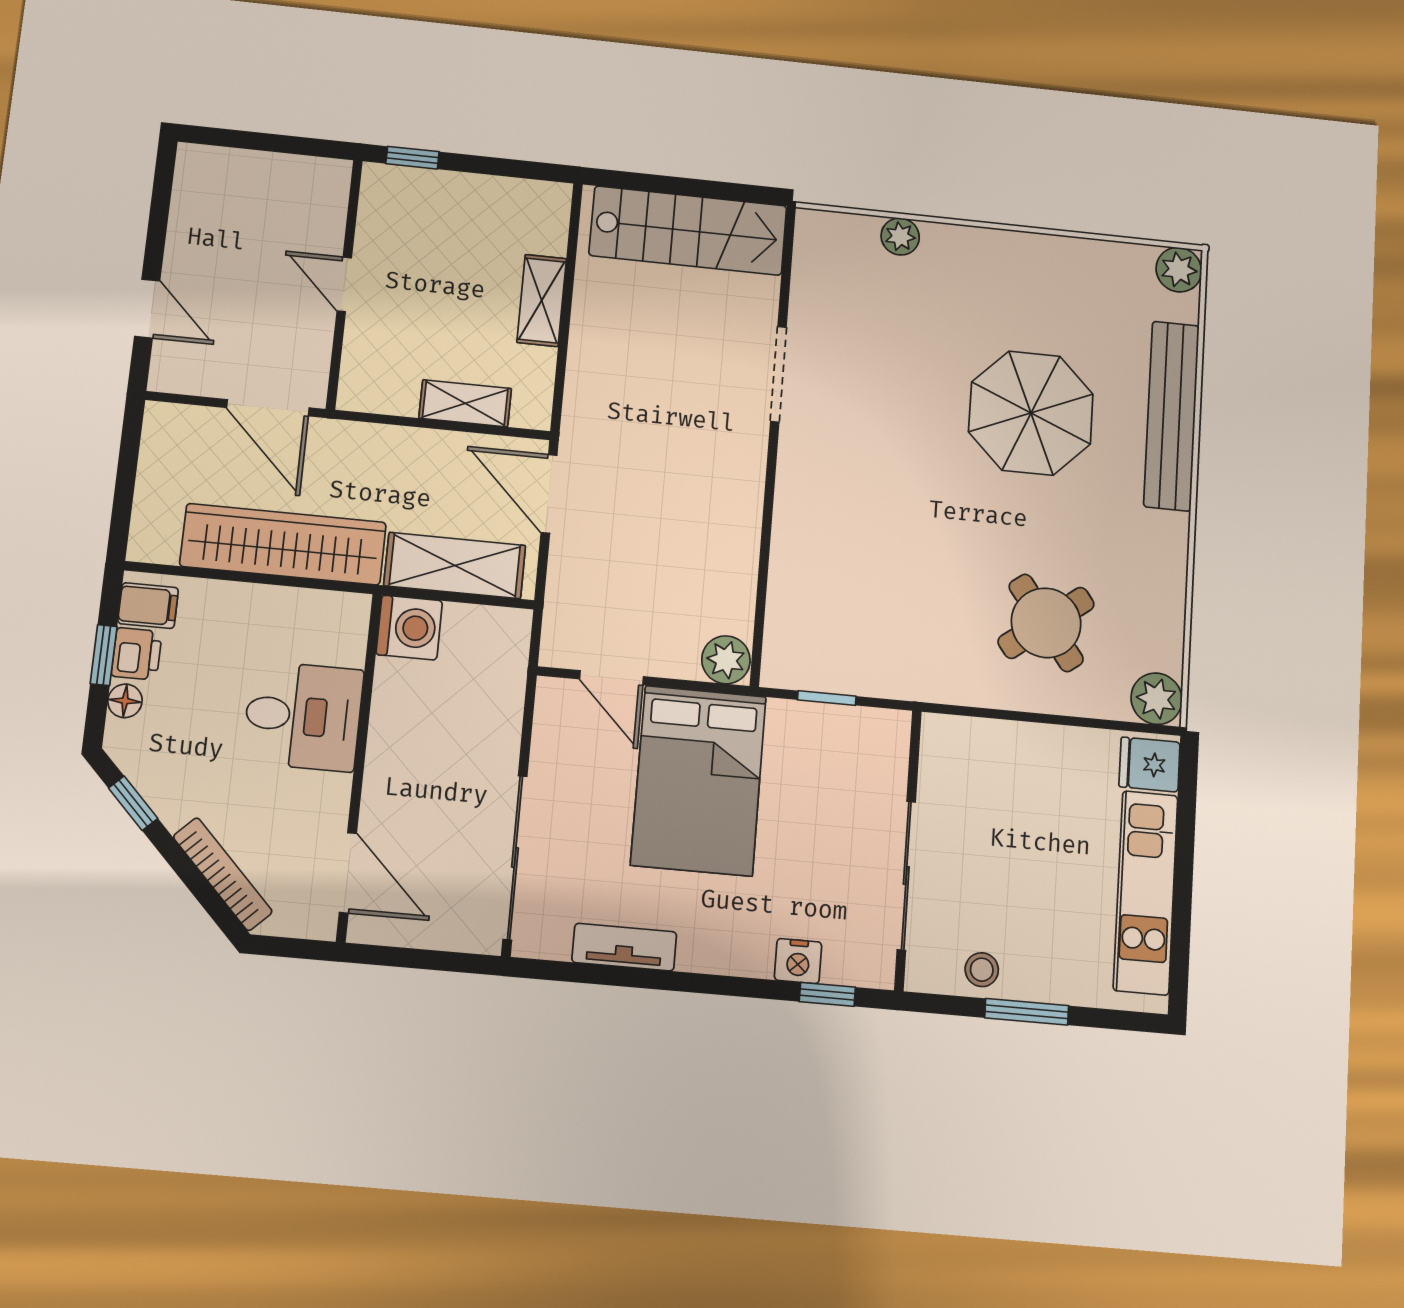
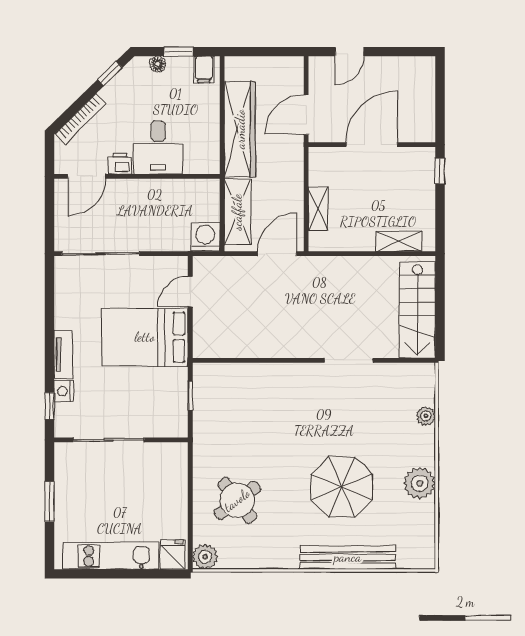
plant: (1179, 270) -> (420, 483), moved, width x1.36, depth x1.36
door: (344, 284) -> (372, 145), width x1.87
shelving: (542, 301) -> (399, 241), moved
washing machine: (409, 628) -> (205, 237), moved, turned 180
printer: (137, 654) -> (120, 164), moved, turned 180
plant: (726, 660) -> (204, 346), removed
tv unit: (624, 947) -> (63, 355), moved
stool: (982, 970) -> (67, 479), removed

